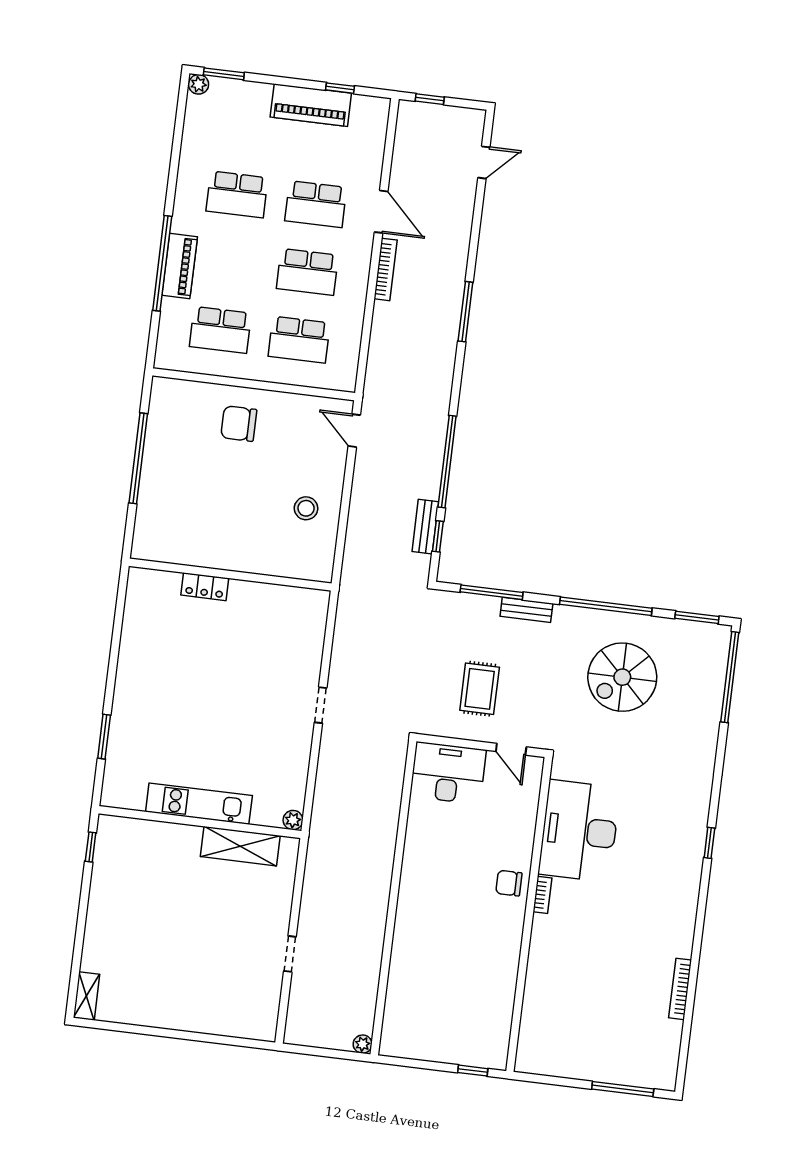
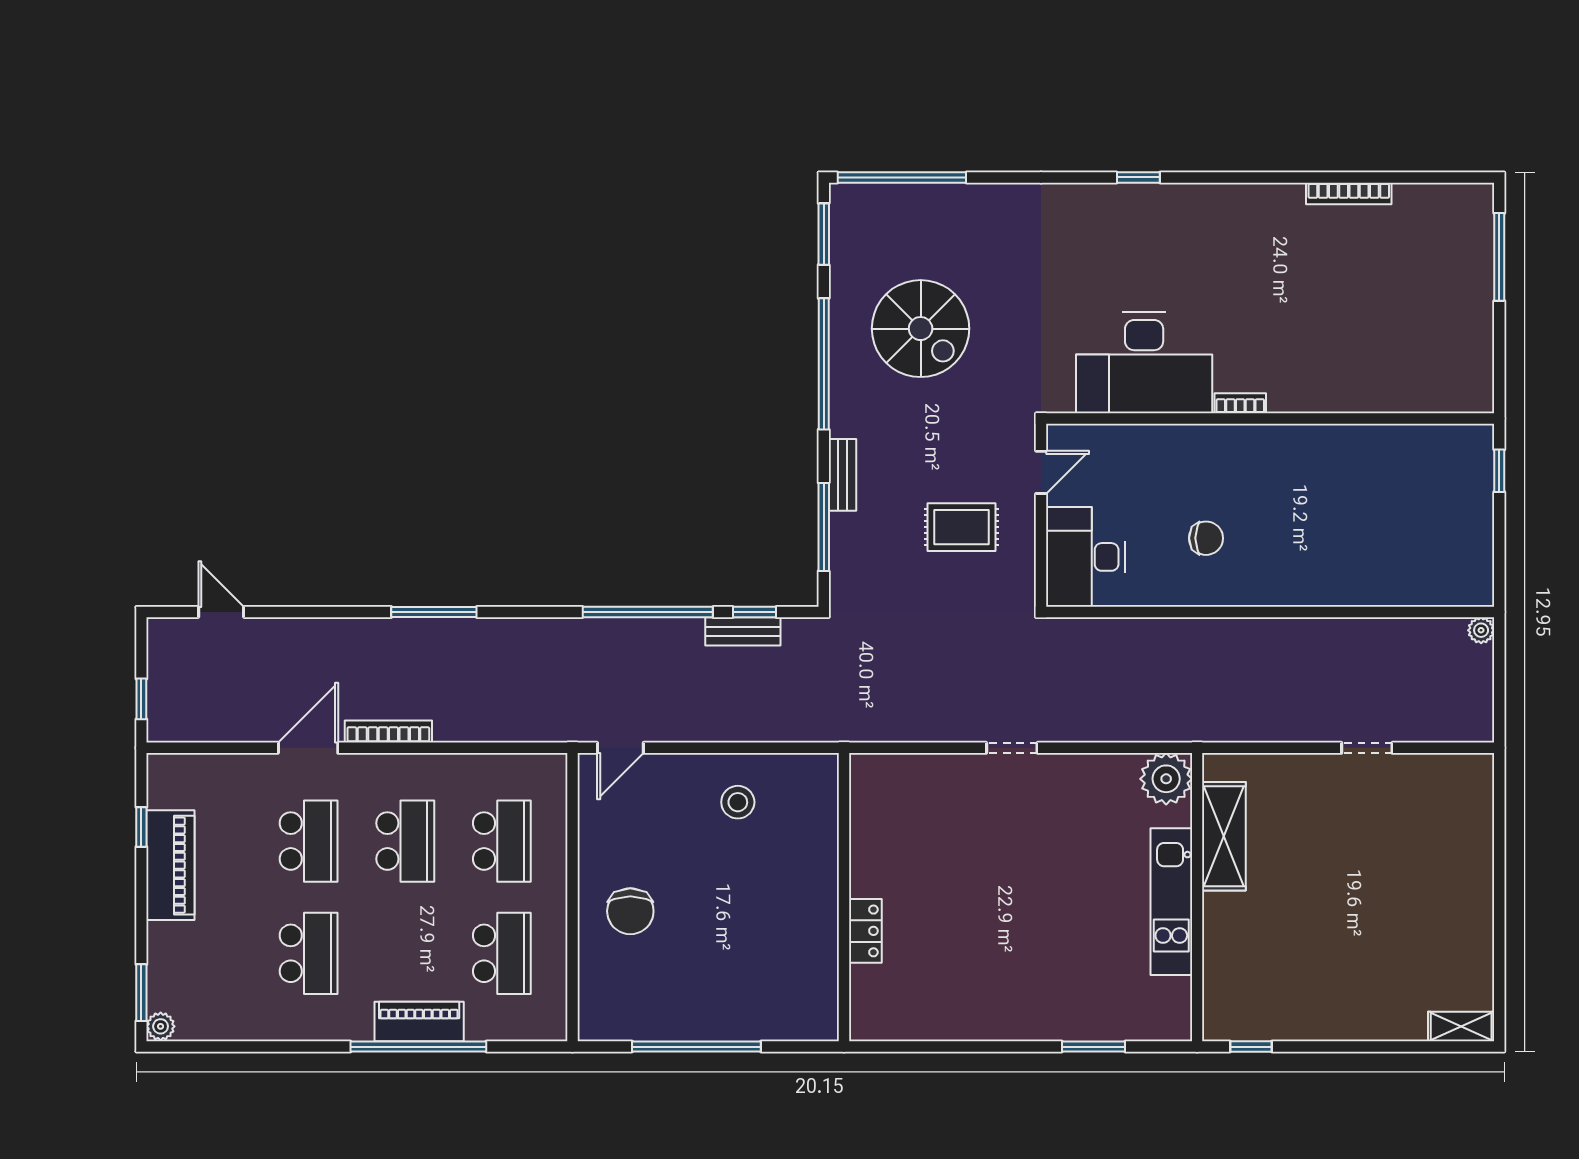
plant: (293, 820) -> (1166, 779), width x1.88, depth x1.88
chair: (509, 883) -> (1206, 538), moved, turned -90

